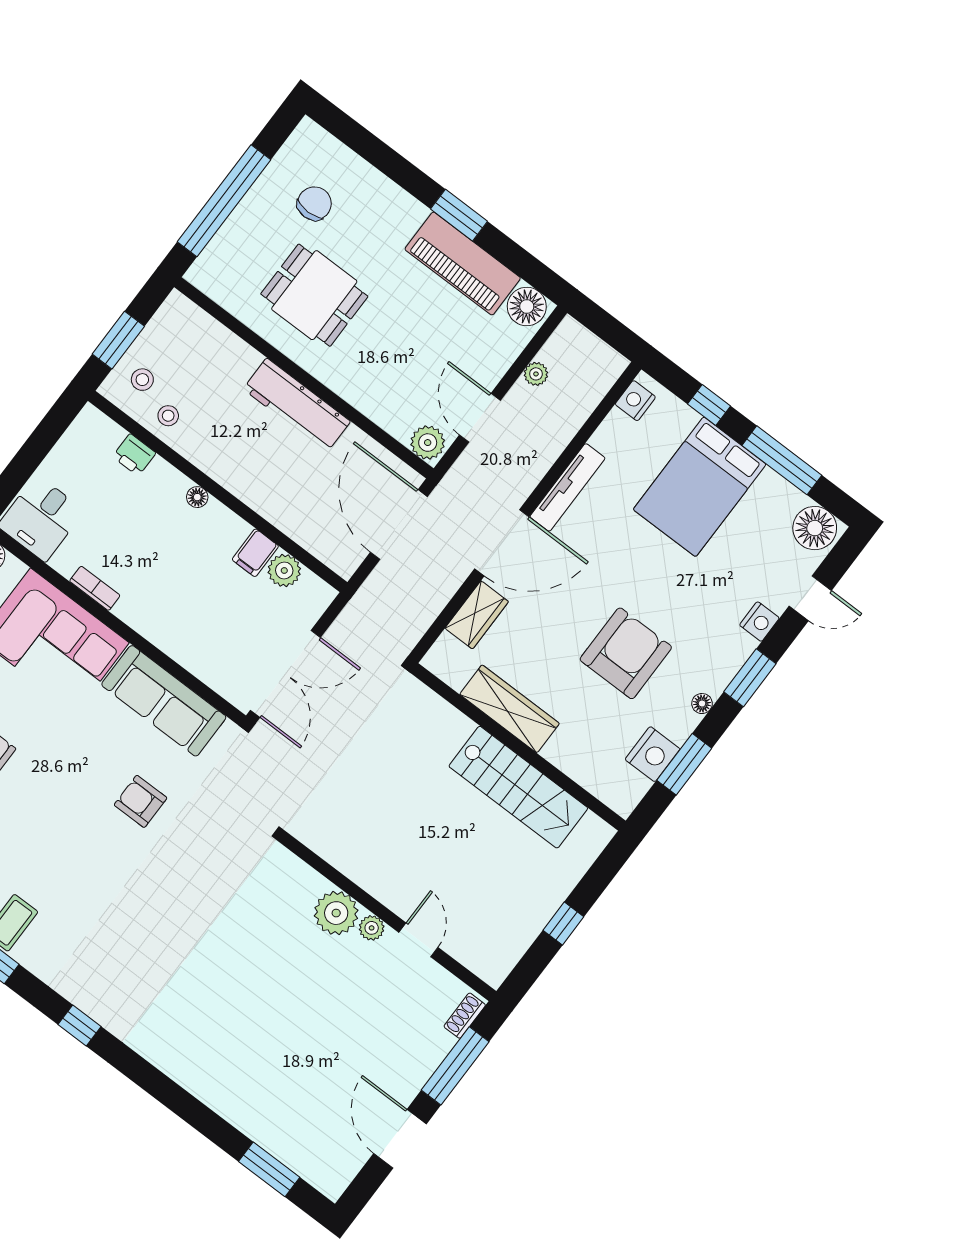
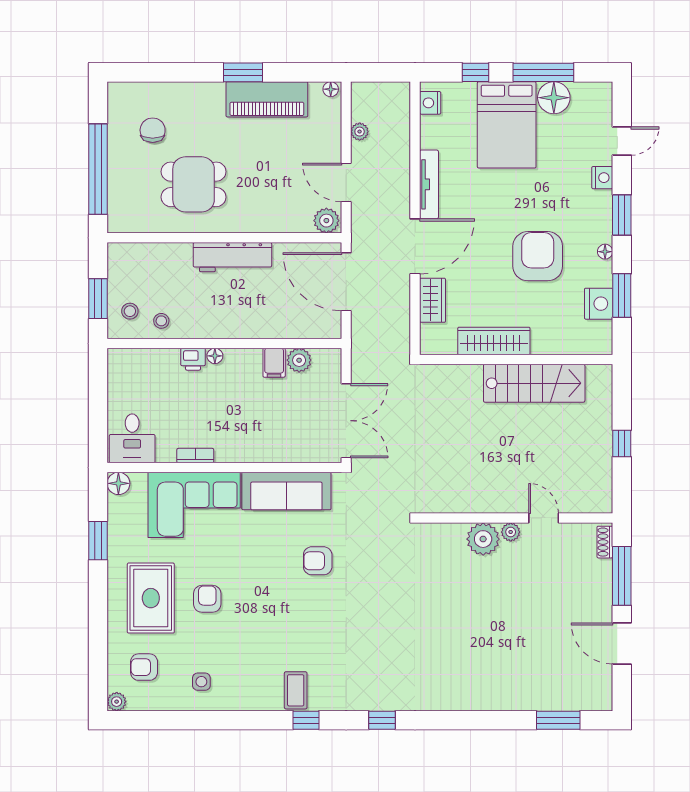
floor lamp: (527, 307) -> (331, 89), width x0.53, depth x0.53
printer: (134, 455) -> (193, 359), moved
floor lamp: (815, 528) -> (554, 98), moved

